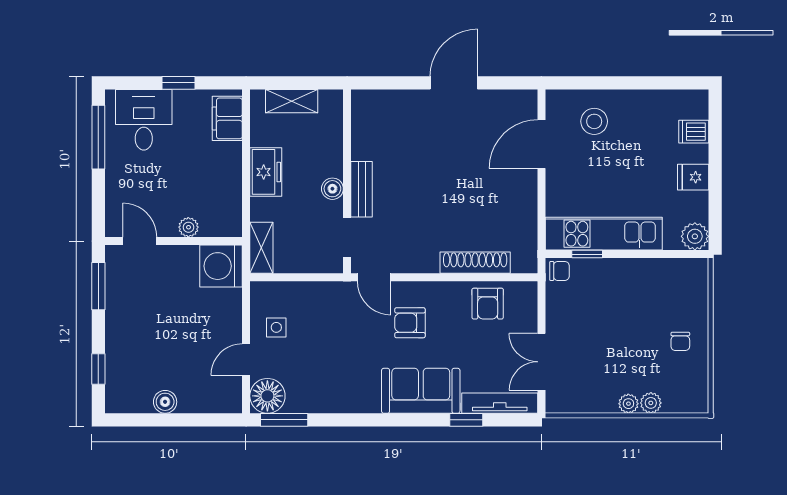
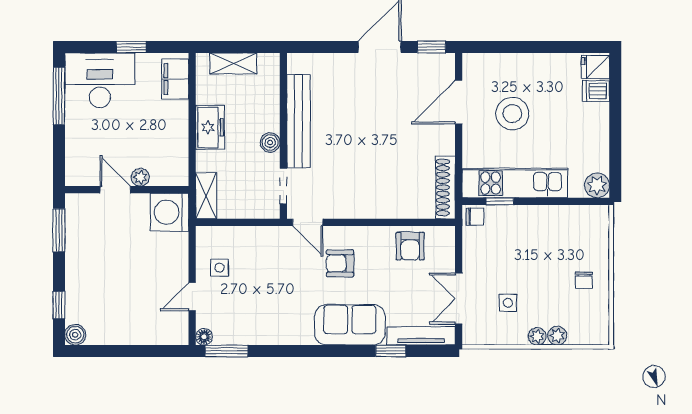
window: (511, 83) -> (432, 47), added
desk: (144, 120) -> (100, 80), width x1.37
stool: (594, 121) -> (512, 114), moved, width x1.38, depth x1.38
fridge: (693, 177) -> (595, 67), moved
bench: (362, 189) -> (298, 121), width x1.86, depth x1.21
door: (140, 241) -> (115, 190), moved
shoe rack: (475, 263) -> (445, 187), moved, turned -90
side table: (596, 366) -> (508, 303), added
floor lamp: (267, 396) -> (204, 337), width x0.53, depth x0.53
boiler: (165, 402) -> (75, 335), moved

